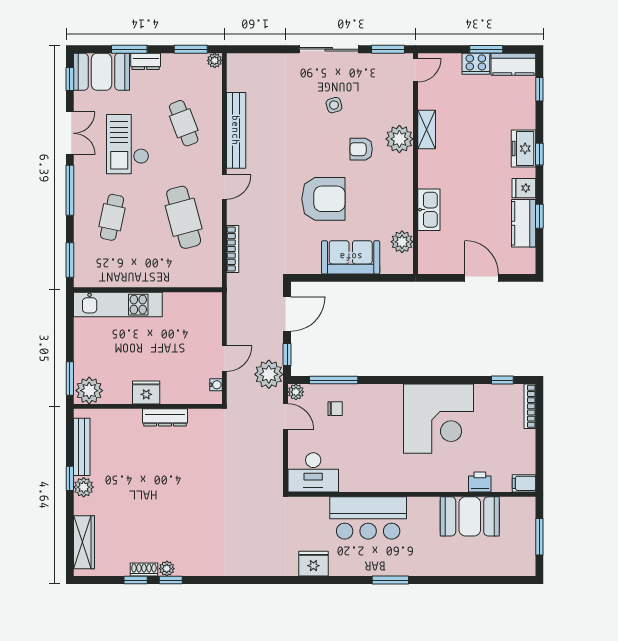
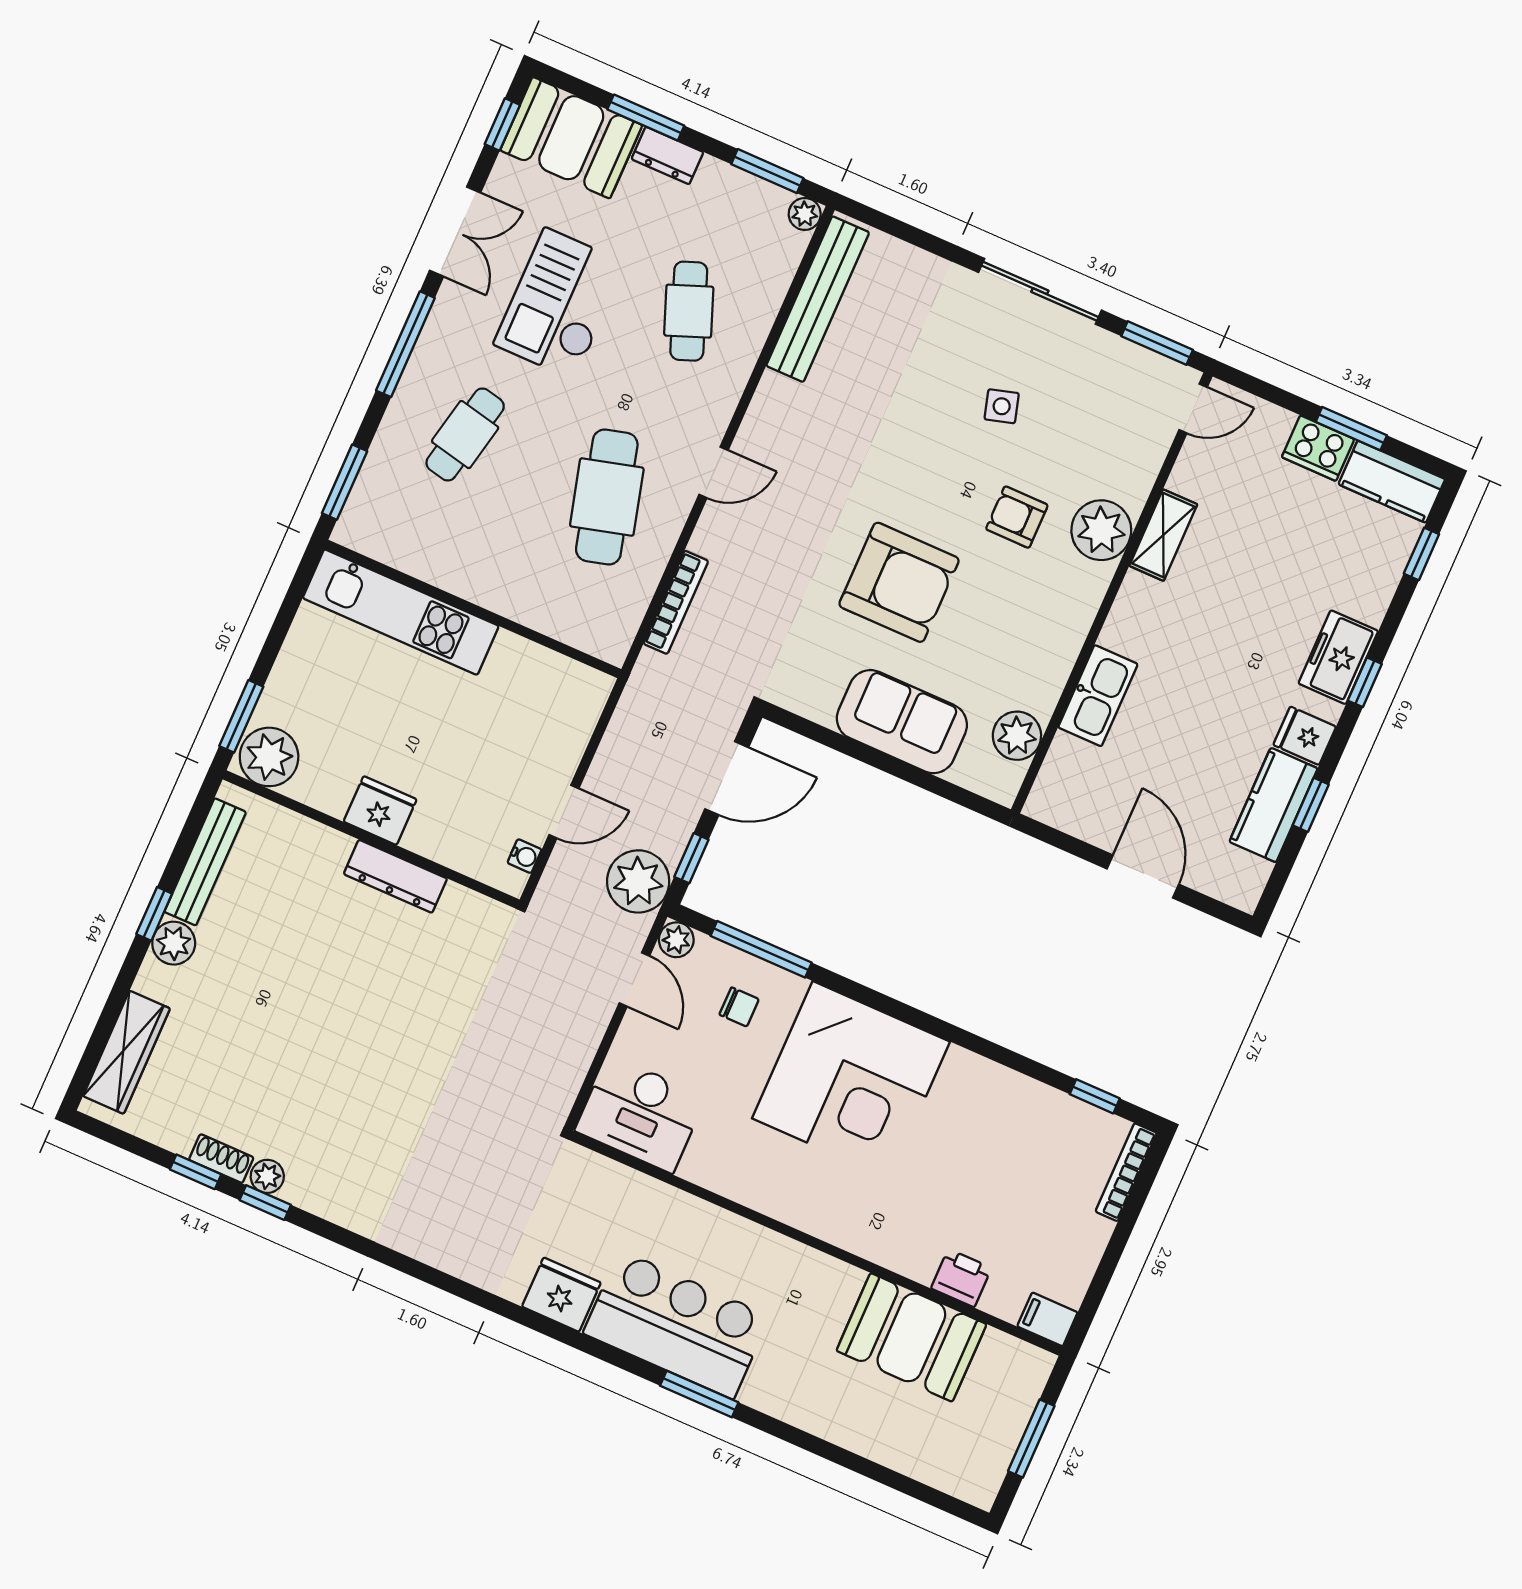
bench: (236, 130) -> (818, 299), moved
corner desk: (439, 419) -> (851, 1080), moved
bar counter: (368, 518) -> (677, 1325), moved, turned 180

